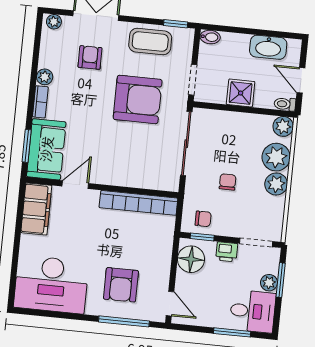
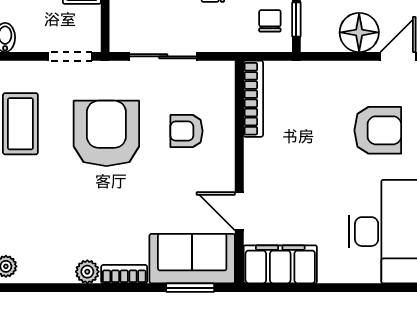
armchair: (90, 57) -> (186, 131), moved
sliding door: (186, 144) -> (163, 56), width x0.73
bookcase: (138, 203) -> (253, 99), width x0.68, depth x0.76
floor lamp: (191, 259) -> (359, 32), moved

